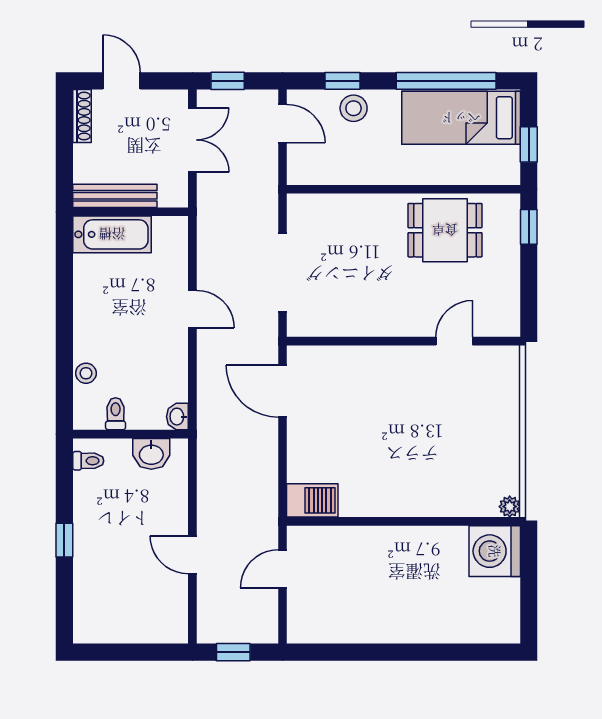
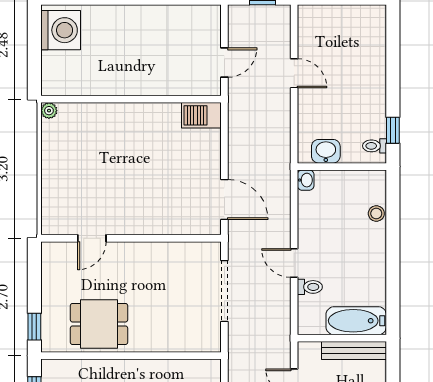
toilet: (116, 414) -> (310, 287), moved, turned -90
window: (64, 540) -> (393, 130), moved
washing machine: (495, 551) -> (61, 30), moved

